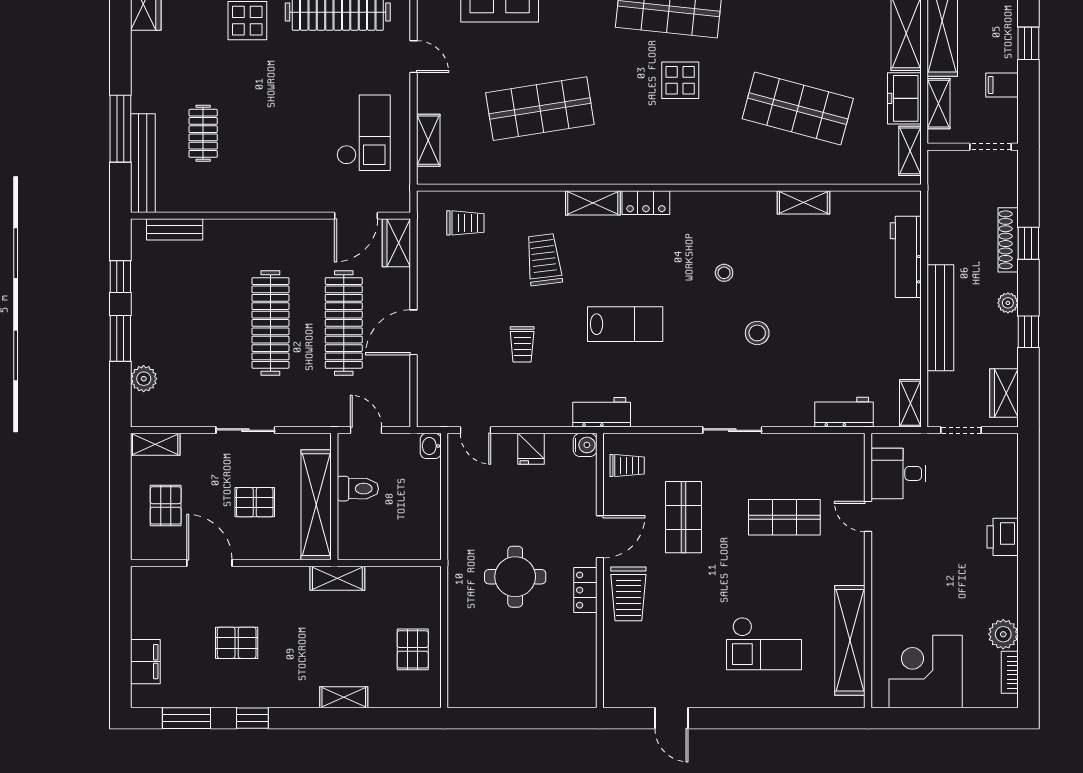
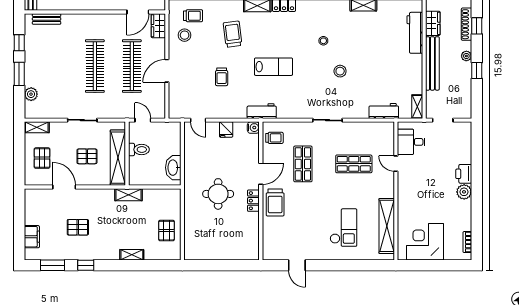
stool: (448, 262) -> (185, 35), added
wardrobe: (1004, 393) -> (433, 23), moved, turned 180
washbasin: (431, 446) -> (173, 168), moved, width x1.91, depth x1.45
plant: (1003, 634) -> (464, 192), moved
checkout: (764, 644) -> (343, 228), turned -90

